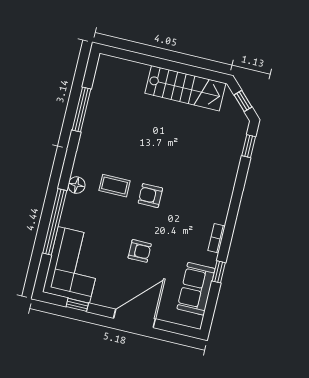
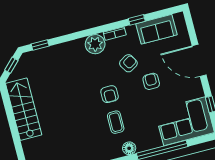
plant: (216, 209) -> (95, 44), added
armchair: (174, 236) -> (128, 63), added

